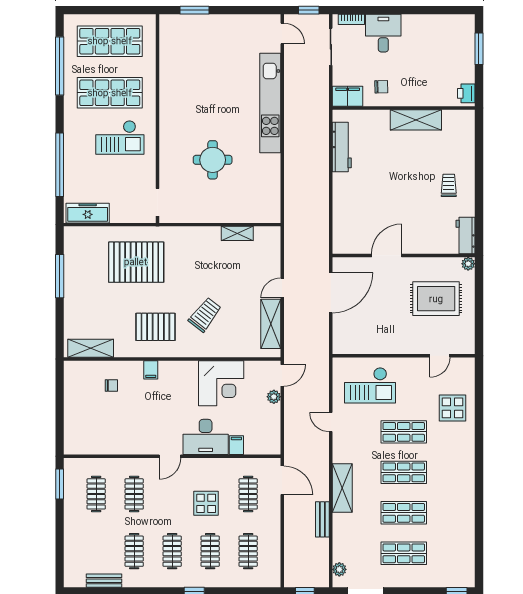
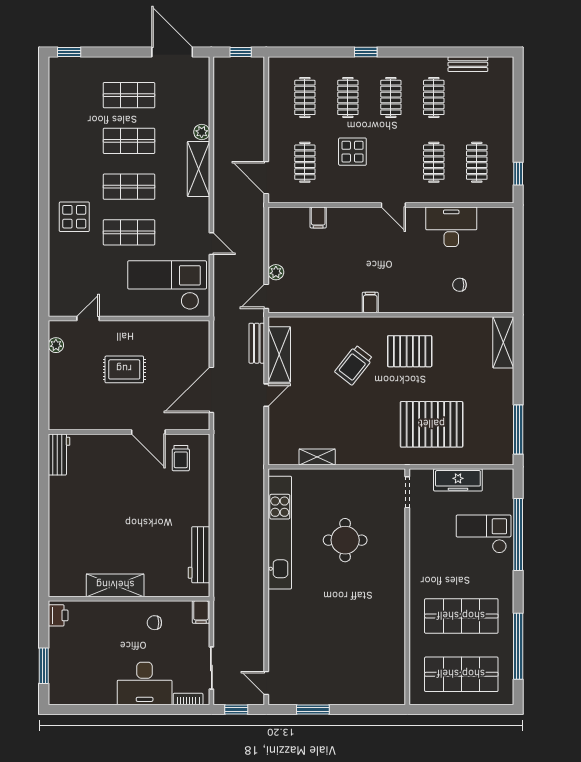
window: (194, 10) -> (313, 710), moved
desk: (383, 33) -> (145, 683), width x1.37
filing cabinet: (348, 96) -> (201, 612), width x0.50
kitchen unit: (270, 103) -> (280, 533), moved
checkout: (120, 137) -> (484, 534), moved
trolley: (449, 185) -> (181, 458), moved
freezer: (88, 213) -> (458, 480), moved
door: (387, 255) -> (148, 432), hinge flipped
plant: (468, 264) -> (56, 345), moved
window: (60, 276) -> (518, 429), moved
rug: (436, 299) -> (124, 369), moved, width x0.73, depth x0.70
shelving: (91, 348) -> (503, 342), moved, turned 90
filing cabinet: (151, 370) -> (370, 303), moved
corner desk: (221, 383) -> (335, 287), removed
checkout: (370, 385) -> (167, 285), width x1.36, depth x1.21
display table: (453, 408) -> (74, 217), moved
desk: (206, 437) -> (451, 227), moved
door: (170, 456) -> (393, 205), swing flipped
window: (60, 484) -> (518, 174), width x0.67
bench: (322, 519) -> (257, 343), moved
plant: (339, 569) -> (202, 132), moved

